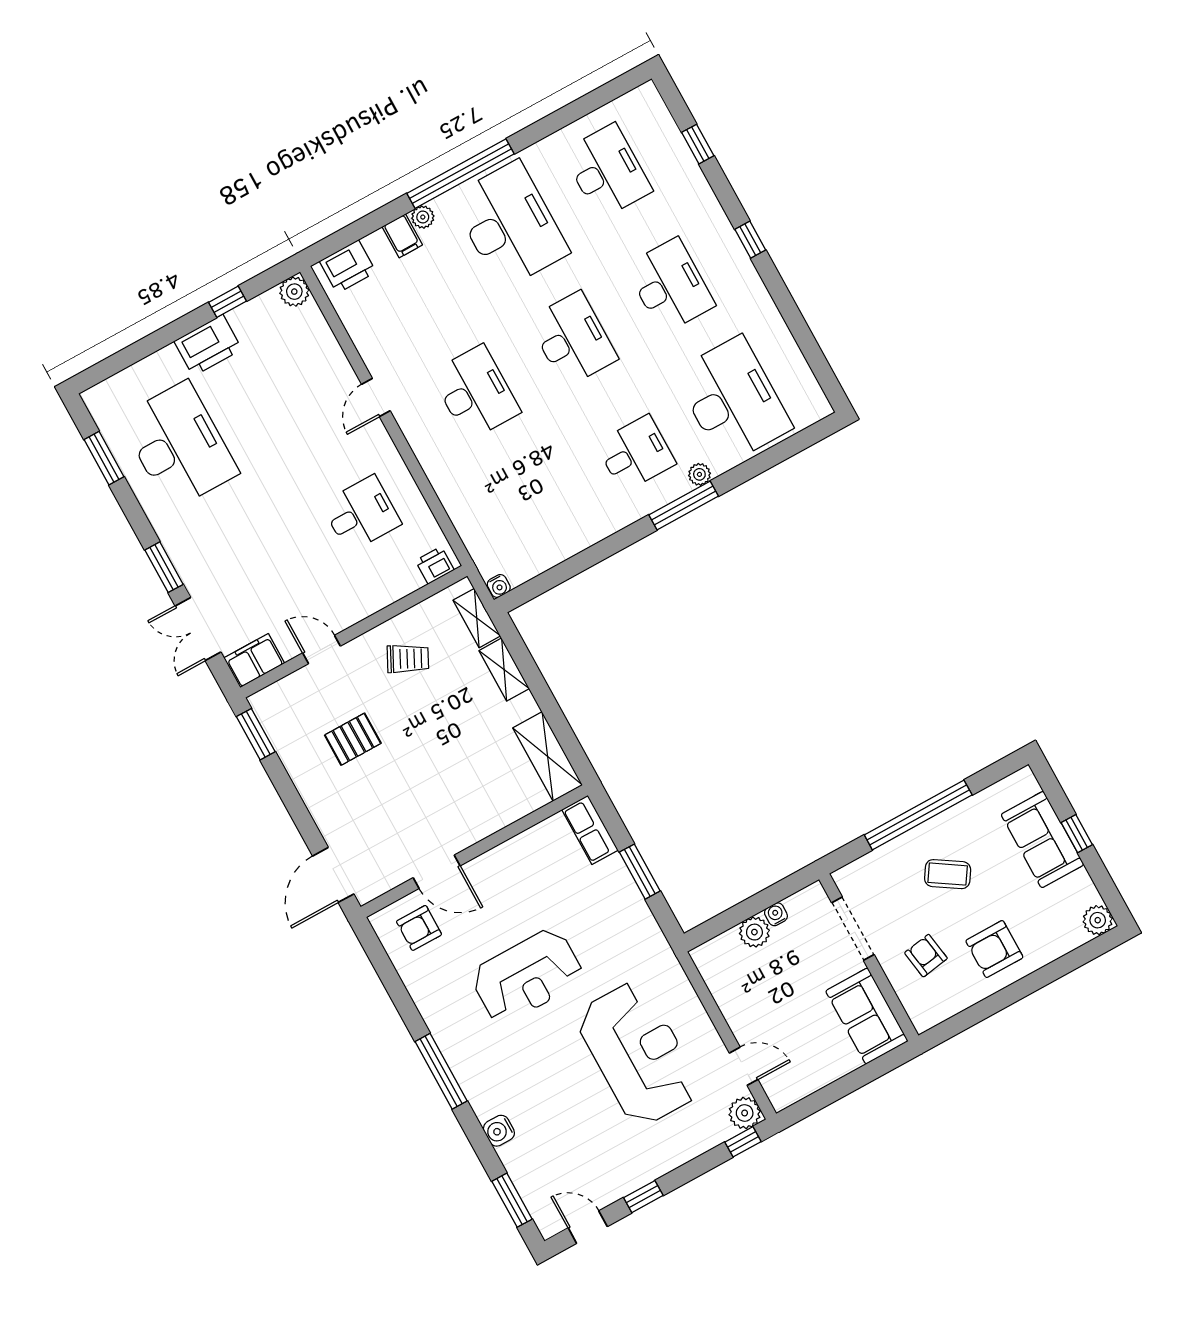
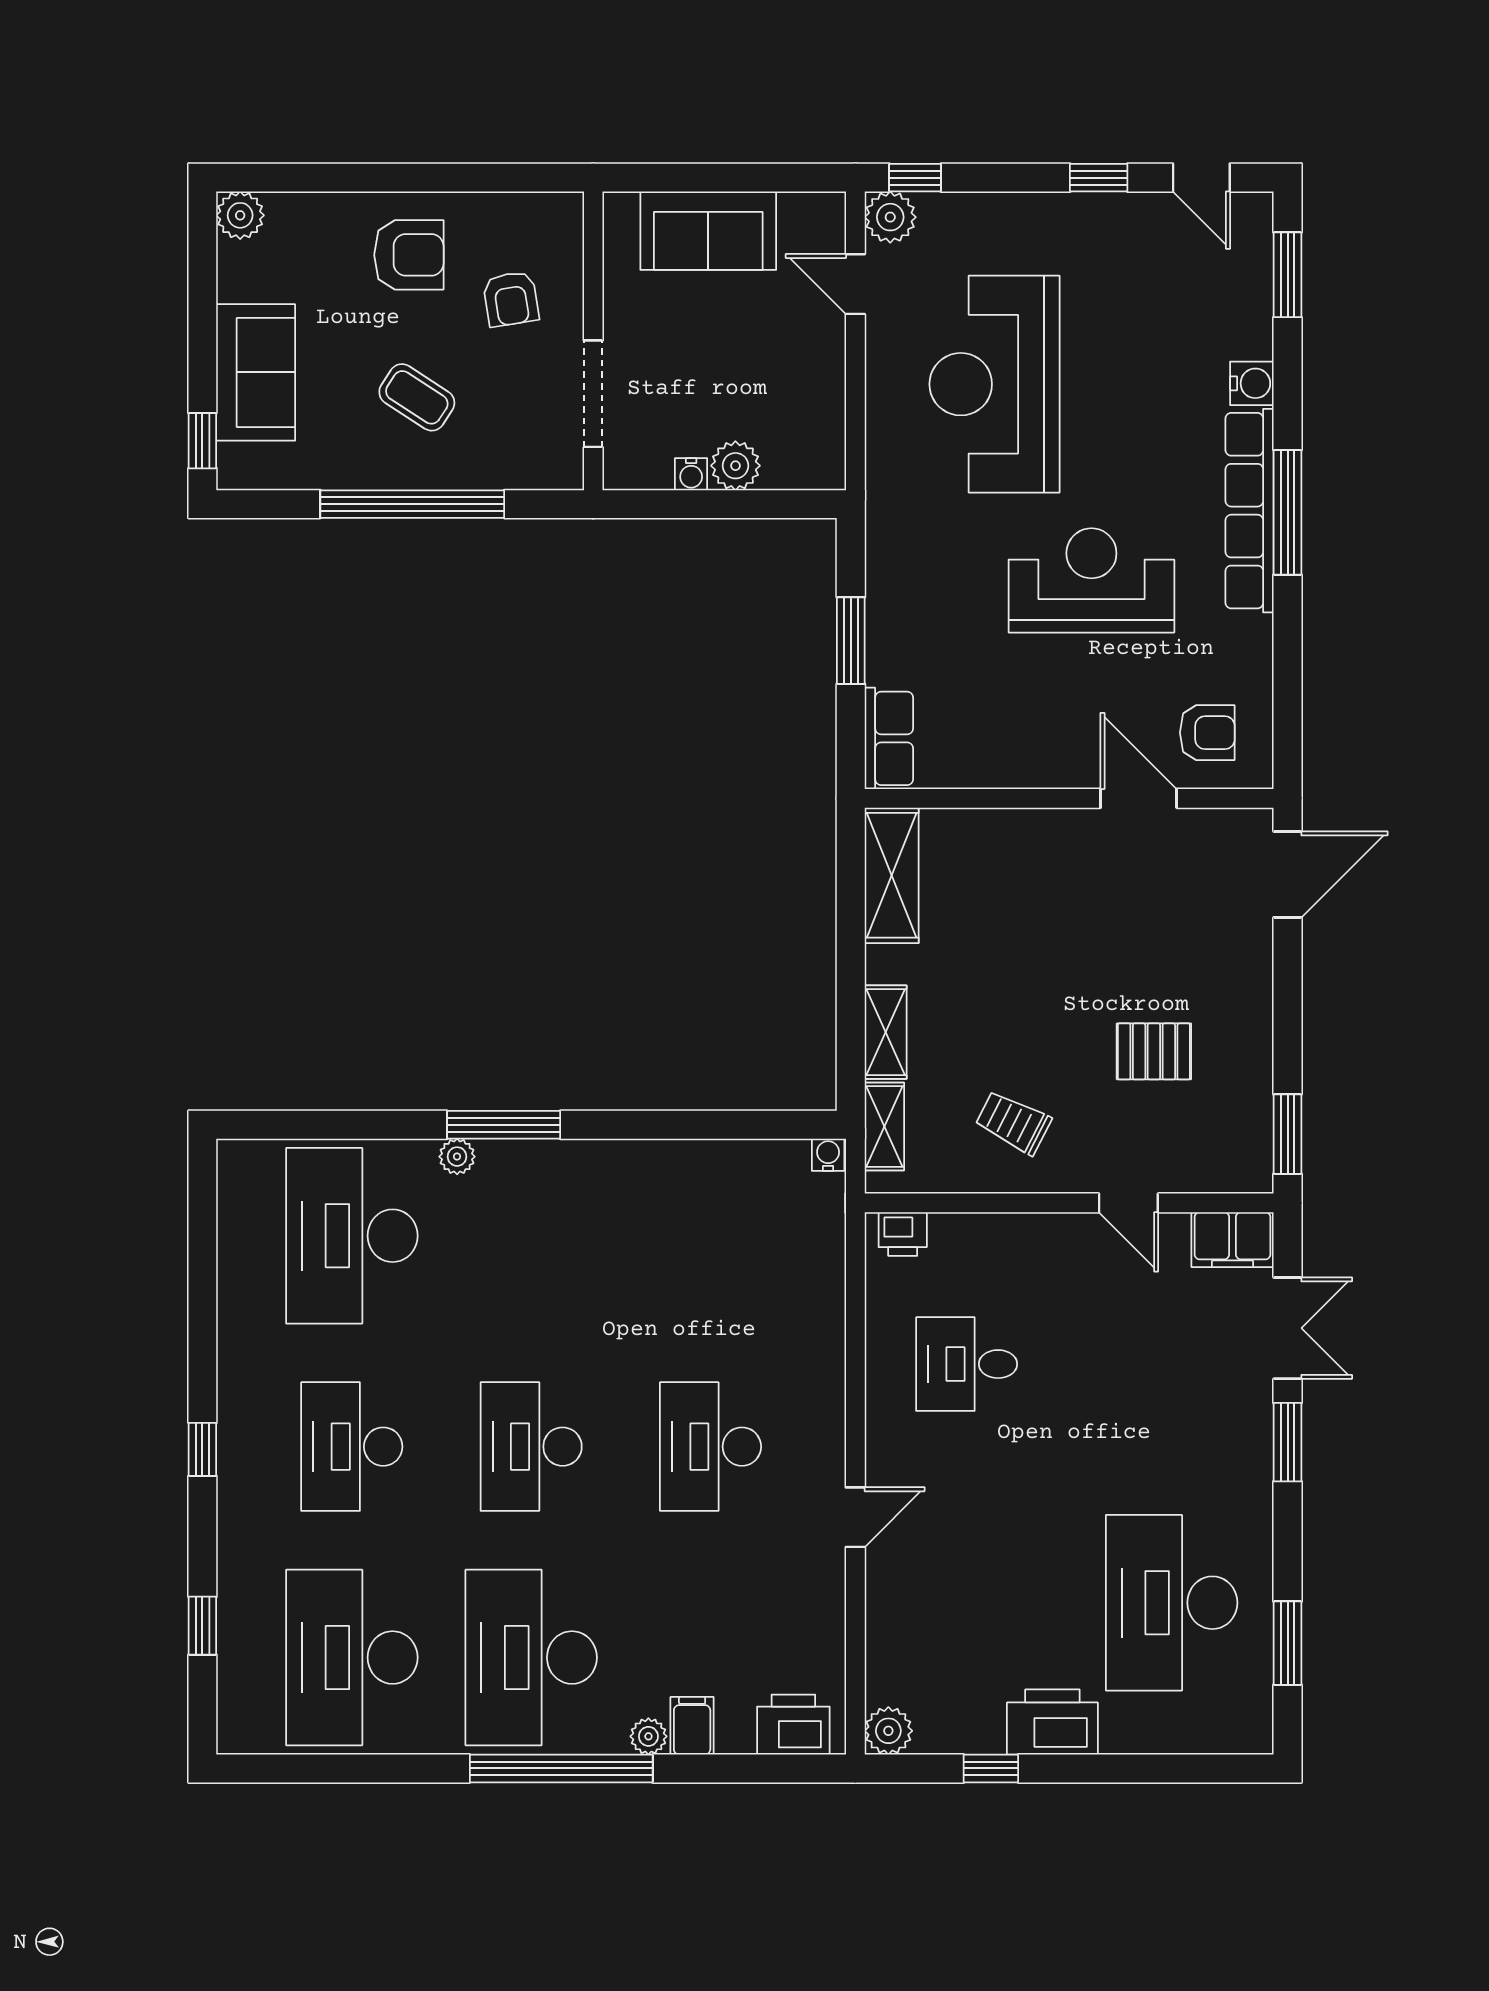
desk: (607, 171) -> (352, 1658), width x1.36, depth x1.30
desk: (636, 454) -> (531, 1236), removed
window: (1077, 834) -> (202, 441), moved
sofa: (867, 1016) -> (708, 231), moved, turned 90
row of seats: (462, 1061) -> (1250, 511), added

